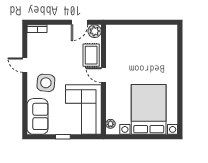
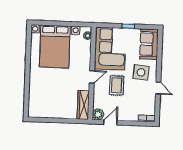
wardrobe: (112, 42) -> (83, 105), added
rug: (91, 55) -> (117, 85), moved
door: (104, 75) -> (92, 77), hinge flipped

